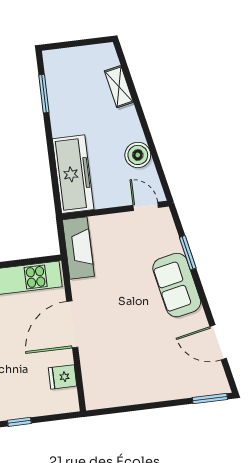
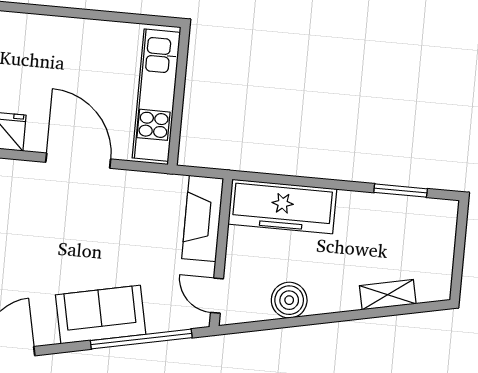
door: (146, 206) -> (217, 296), swing flipped
fireplace: (78, 248) -> (203, 218), moved, turned 90
window: (188, 253) -> (141, 339), width x2.11

